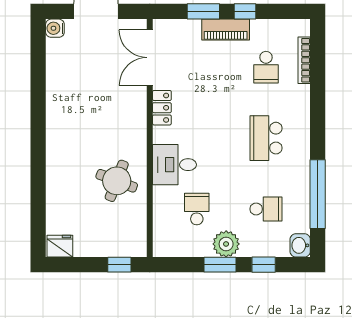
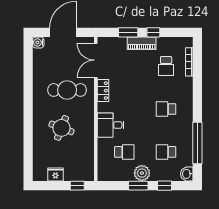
cafe table: (102, 107) -> (67, 90), added
school desk: (266, 138) -> (166, 109), width x0.54
round table: (117, 181) -> (61, 128), moved
school desk: (197, 209) -> (124, 152), turned 90
school desk: (266, 209) -> (166, 152), turned 180
fridge: (60, 246) -> (55, 174), moved

